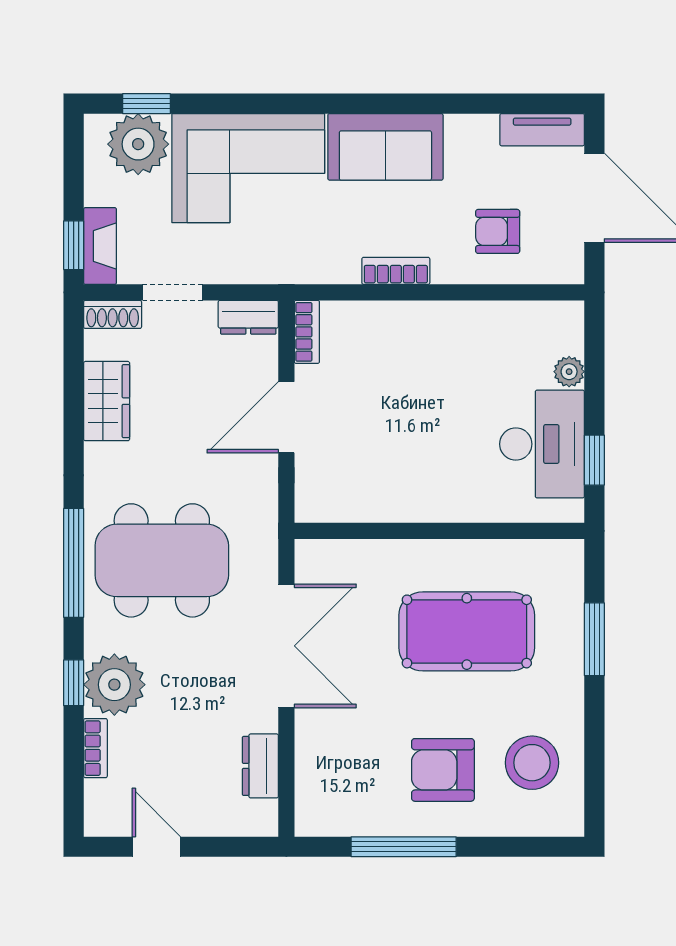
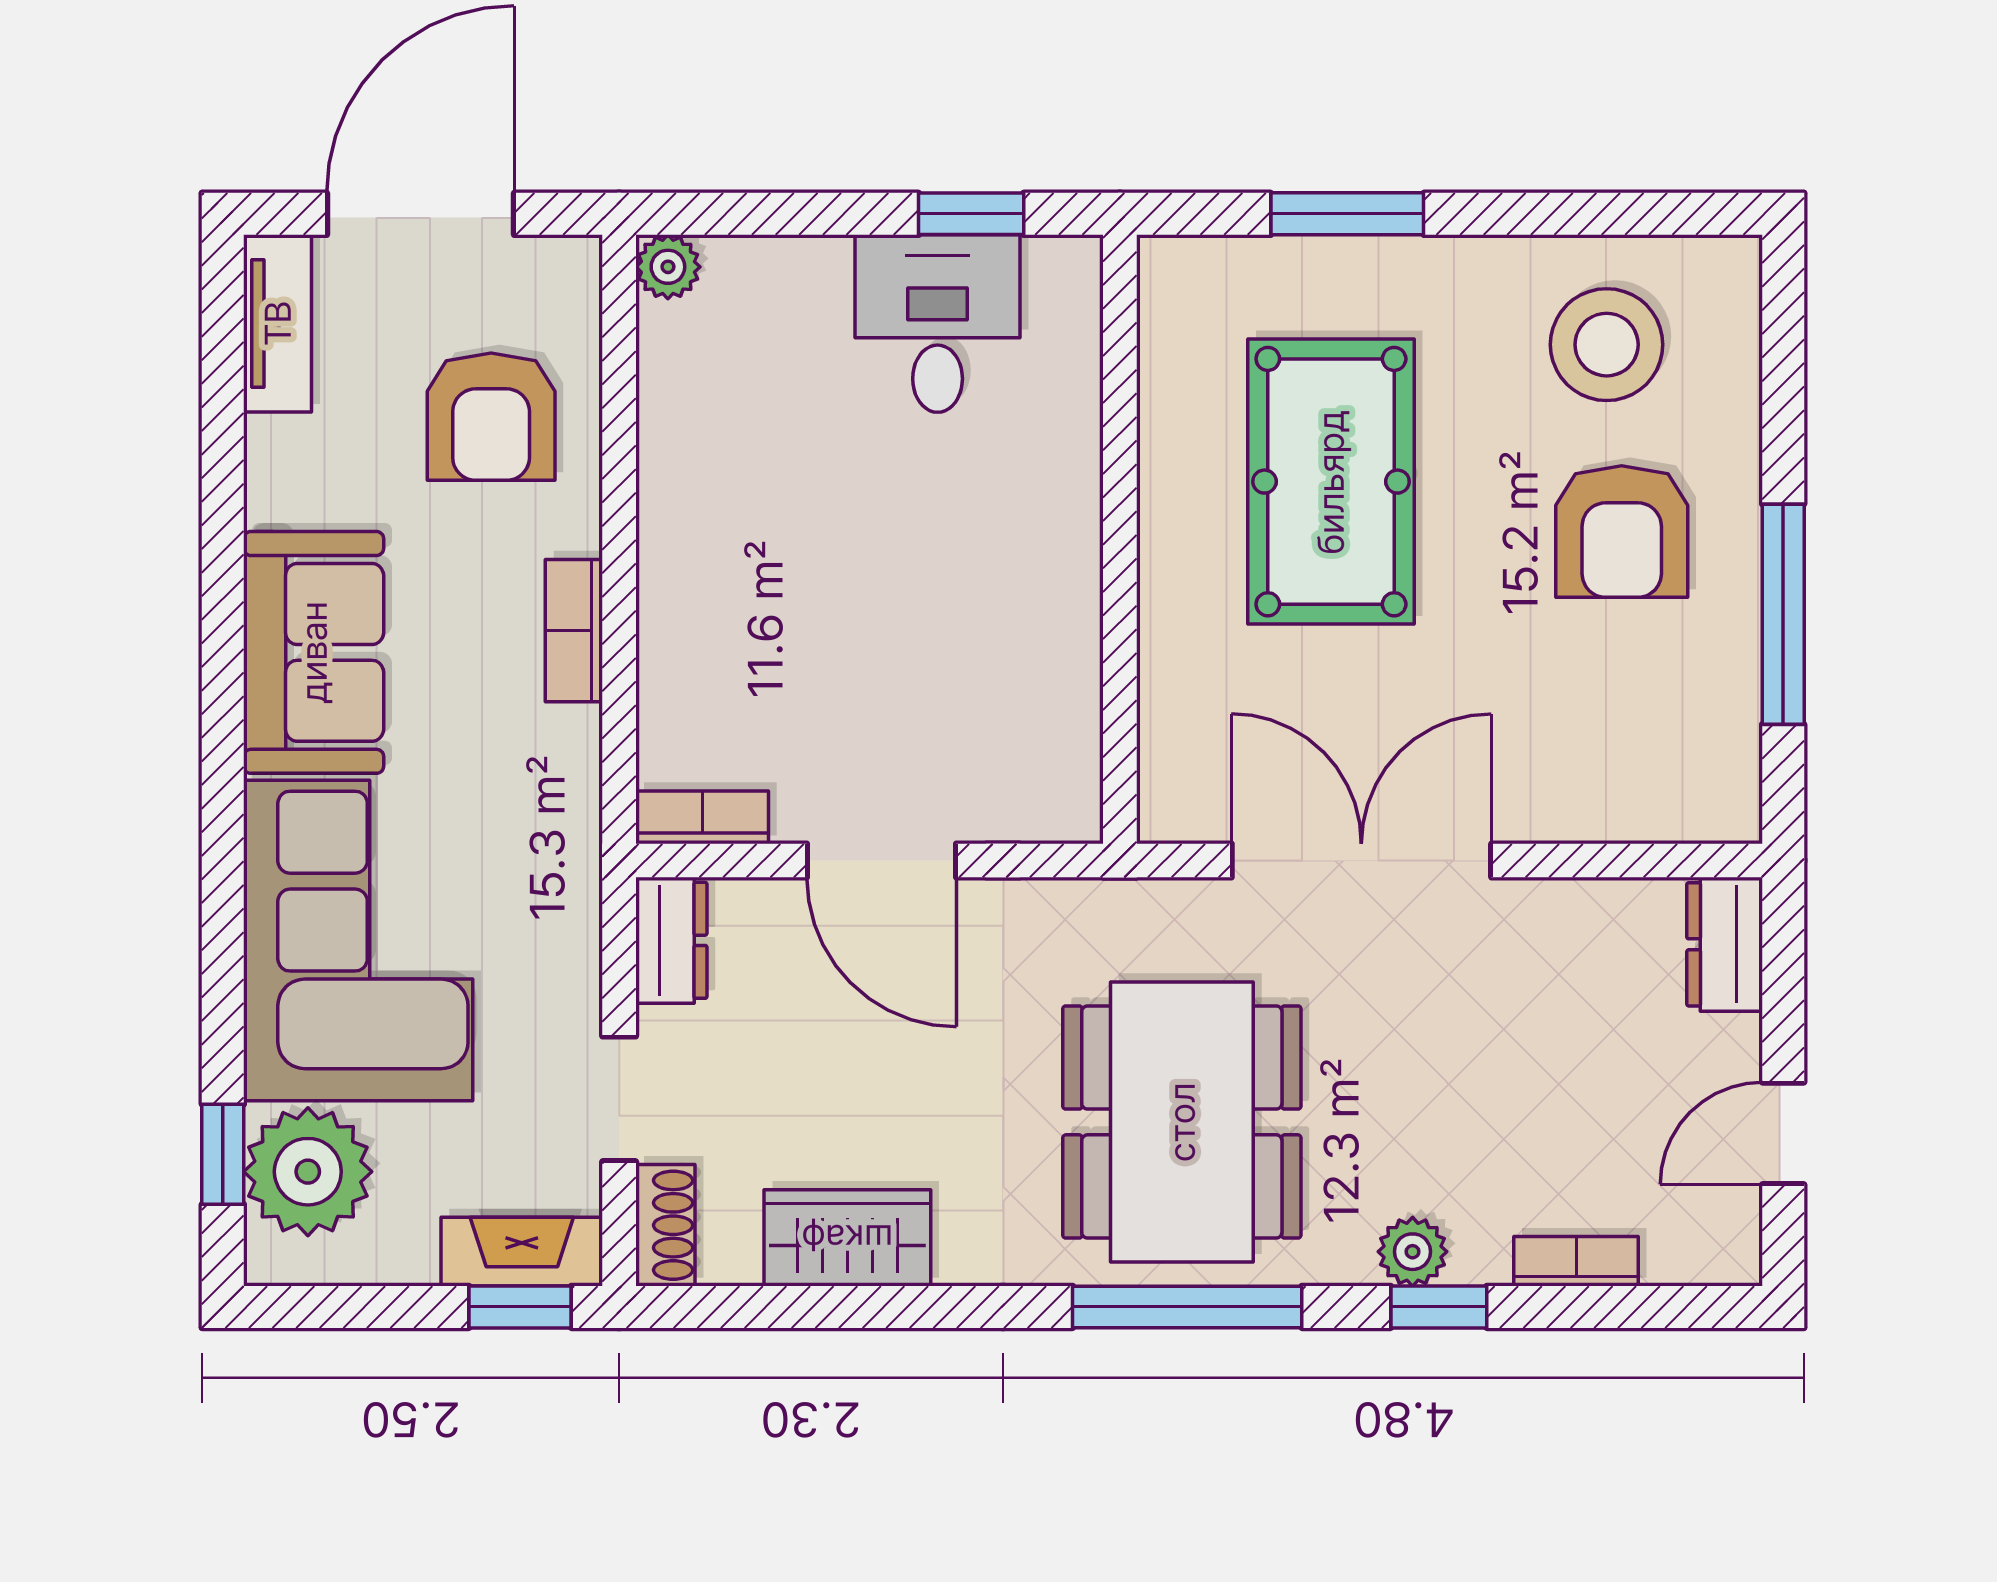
armchair: (498, 231) -> (491, 417), width x1.38, depth x1.38
plant: (569, 372) -> (668, 267), moved
desk: (542, 444) -> (938, 324), width x0.73
plant: (114, 685) -> (1413, 1252), width x0.53, depth x0.53
dresser: (260, 766) -> (1725, 944), moved, turned 90

